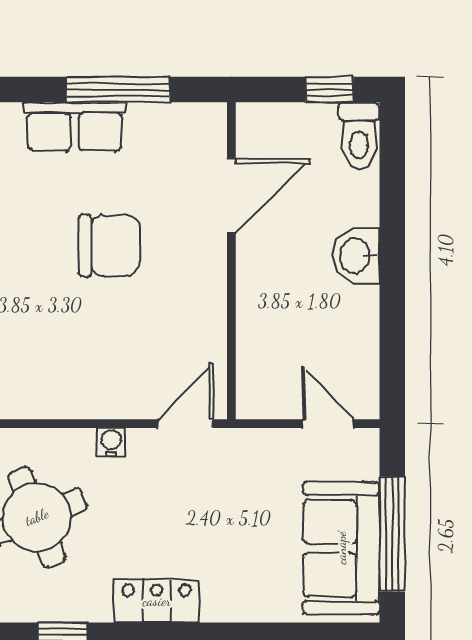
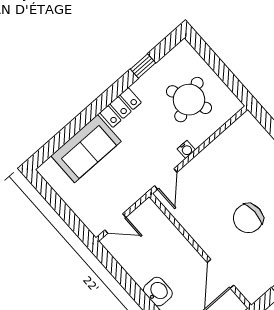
window: (392, 534) -> (58, 205), removed
sofa: (341, 548) -> (86, 149), moved, turned 90

